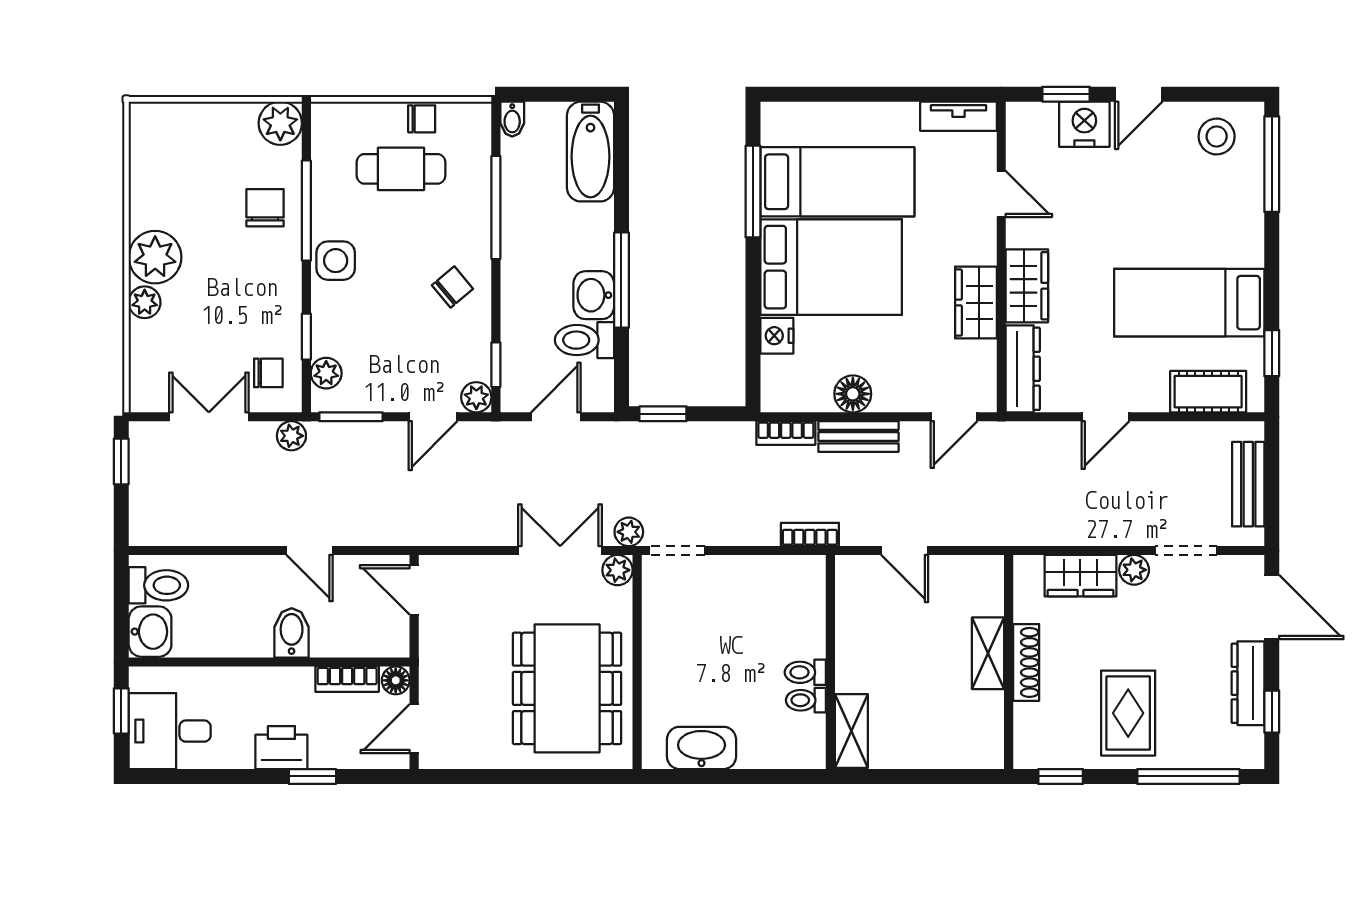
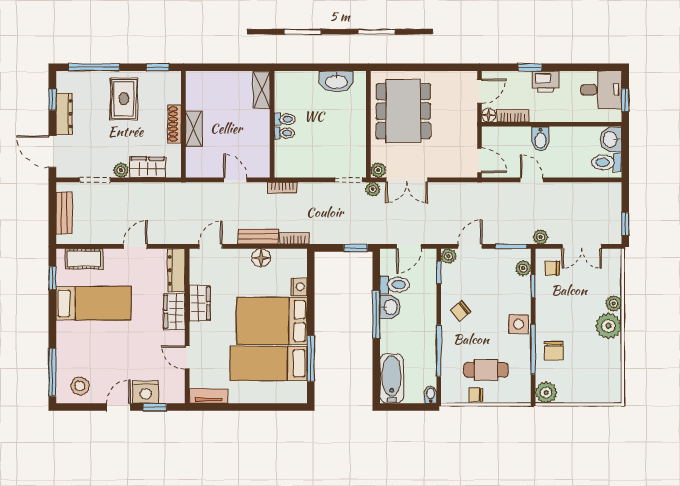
toilet: (806, 700) -> (284, 133), moved

